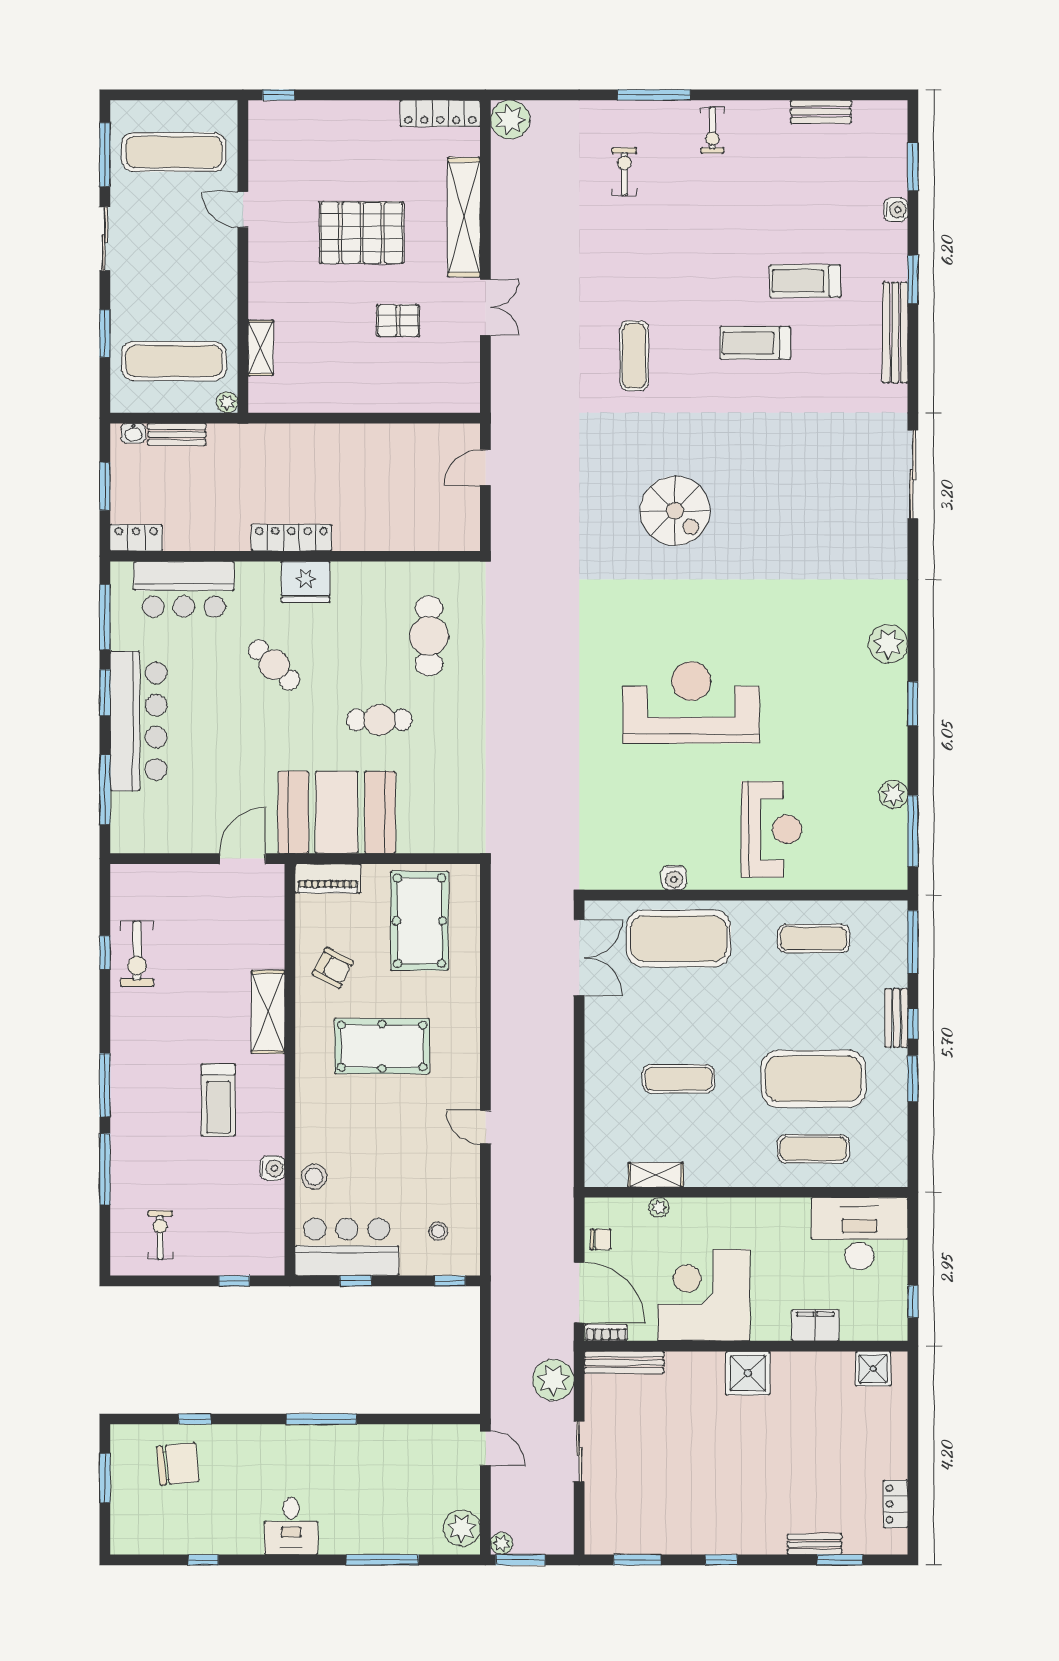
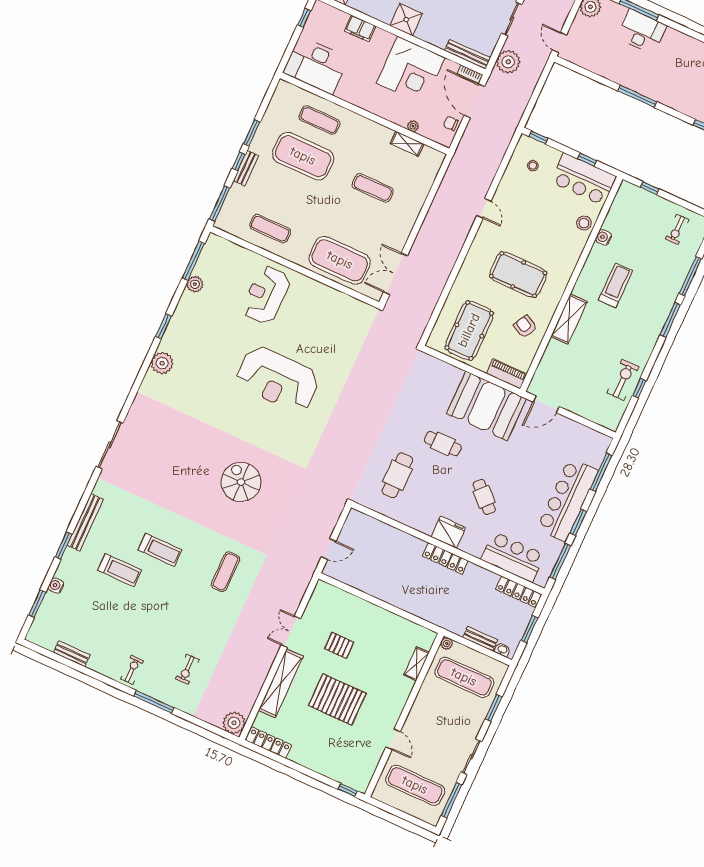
locker: (136, 538) -> (518, 592), width x1.53
water cooler: (674, 878) -> (328, 293), removed
desk: (291, 1526) -> (642, 32), moved, width x1.37

